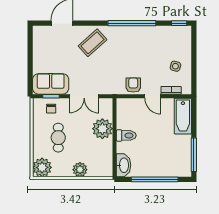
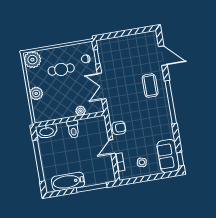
window: (132, 23) -> (171, 102), moved
coffee table: (93, 43) -> (150, 86), turned 42
sofa: (51, 84) -> (168, 156), moved, turned 180
bathtub: (183, 116) -> (68, 182), moved
plant: (102, 129) -> (81, 111), width x0.53, depth x0.53
window: (194, 155) -> (92, 188), moved

